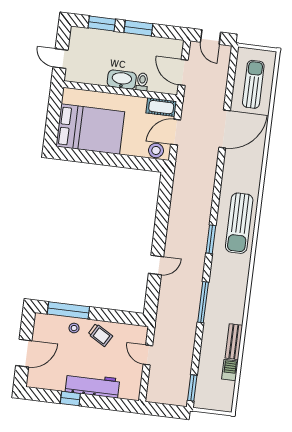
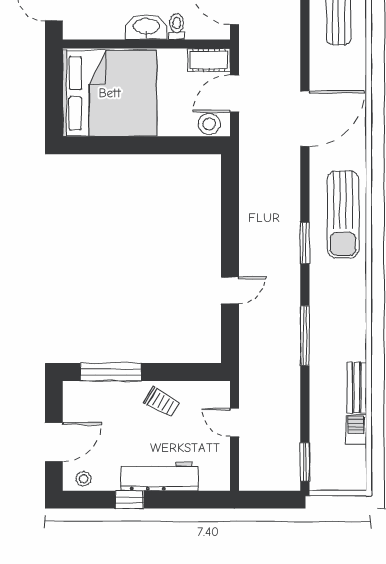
bed: (90, 129) -> (110, 93), width x1.36
door: (225, 129) -> (305, 119), moved
stool: (74, 328) -> (84, 479), moved

